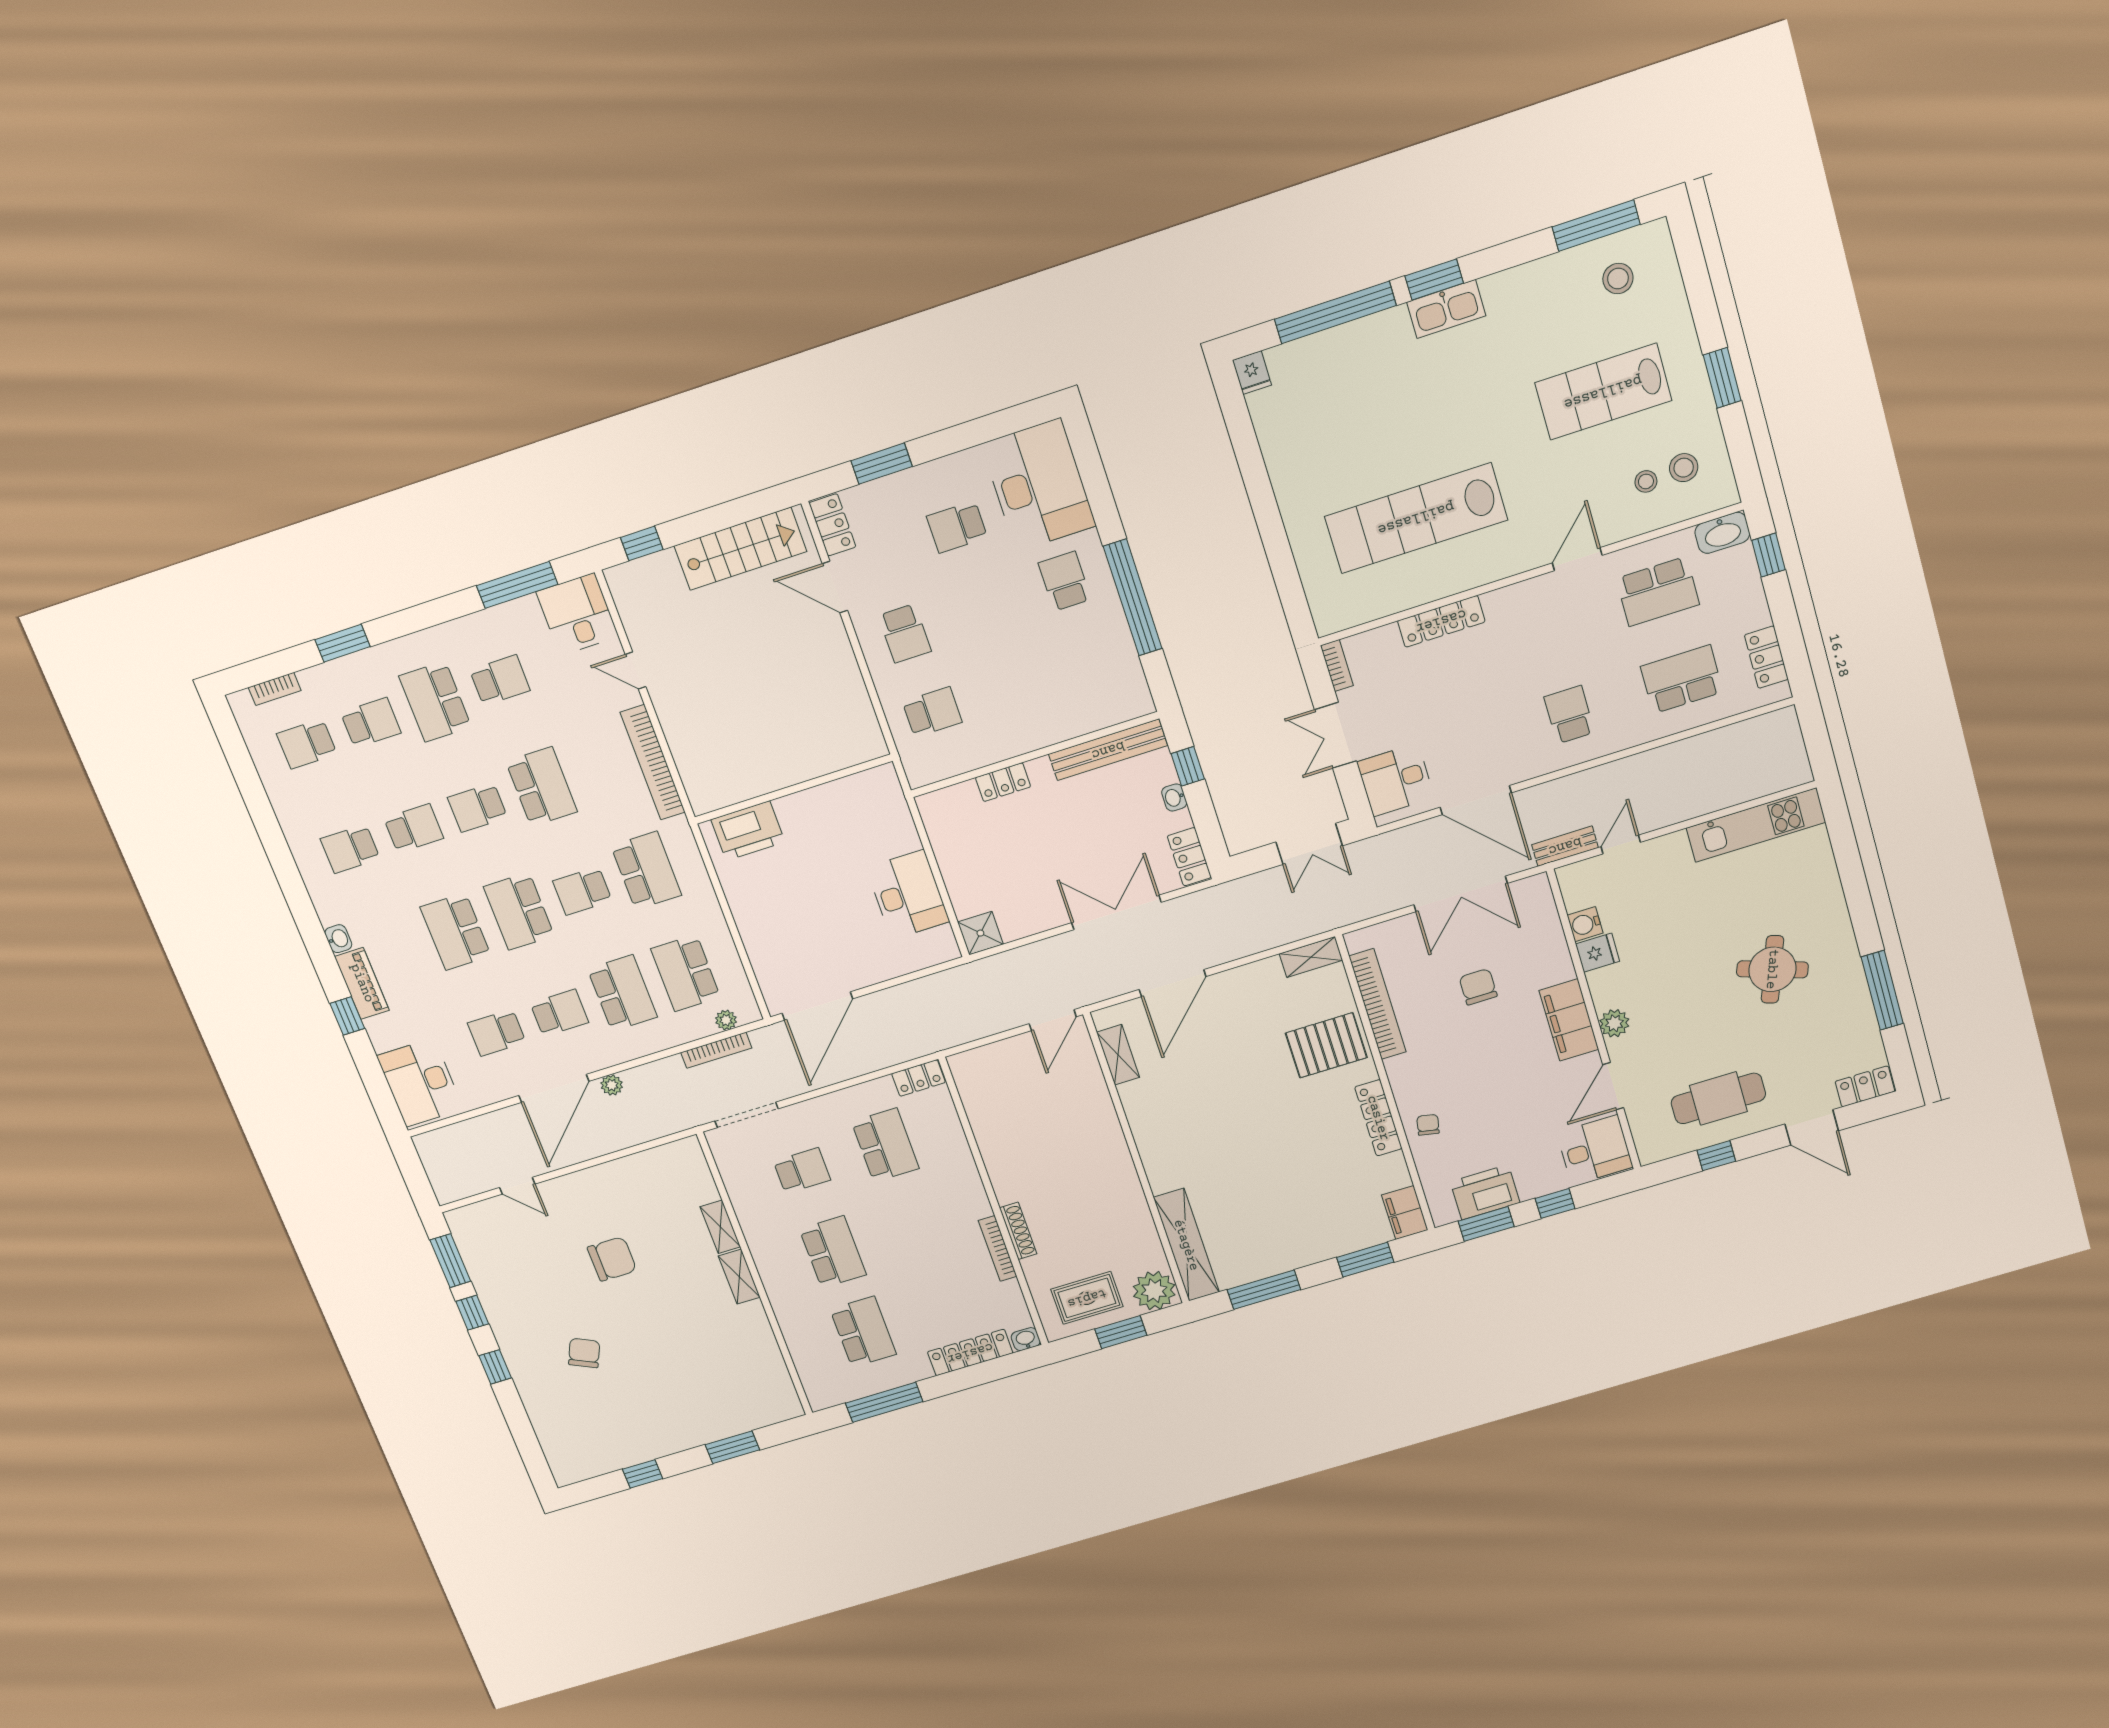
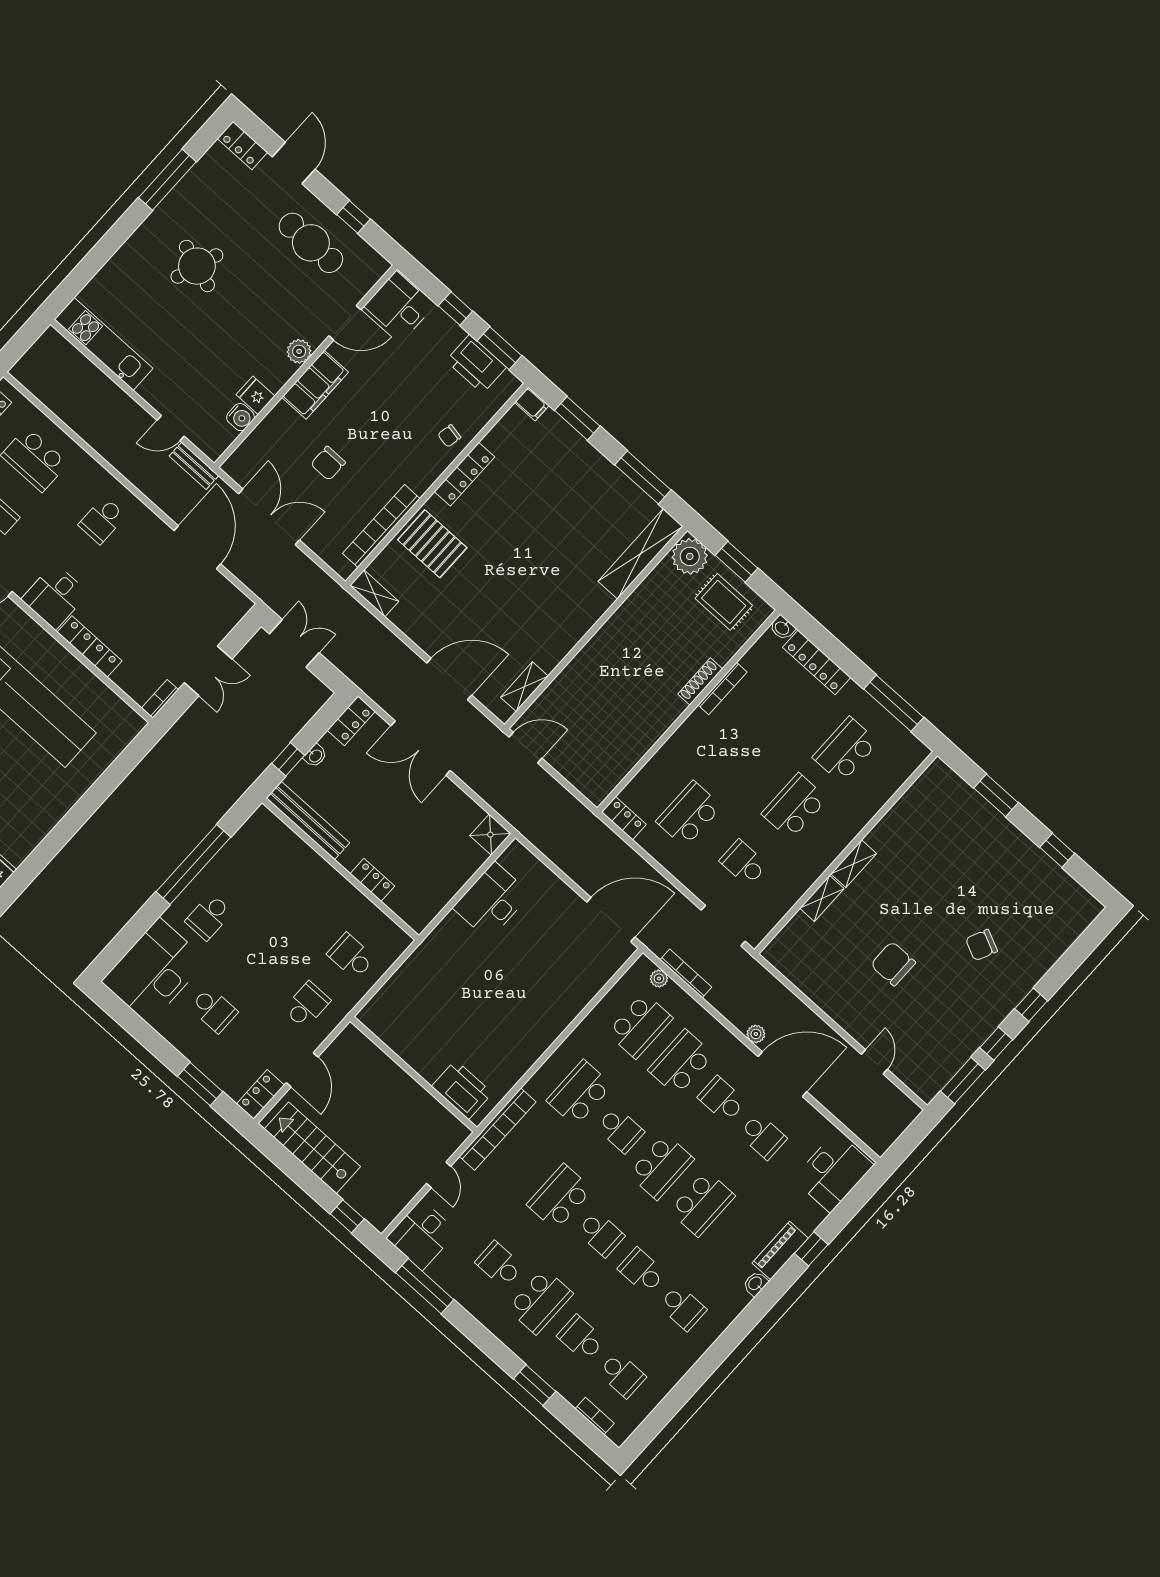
desk: (1396, 780) -> (55, 596), moved, turned 90
wall: (793, 789) -> (414, 1074), moved
printer: (748, 831) -> (462, 1090), moved
filing cabinet: (1405, 1213) -> (532, 404), width x0.50

